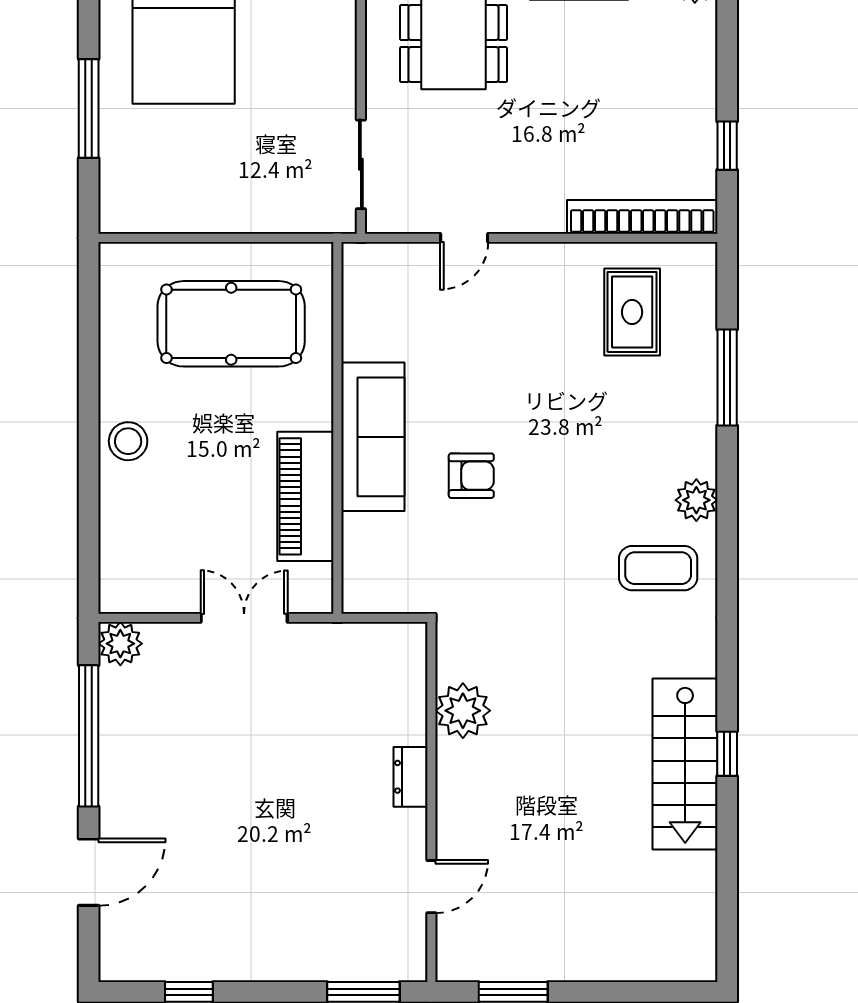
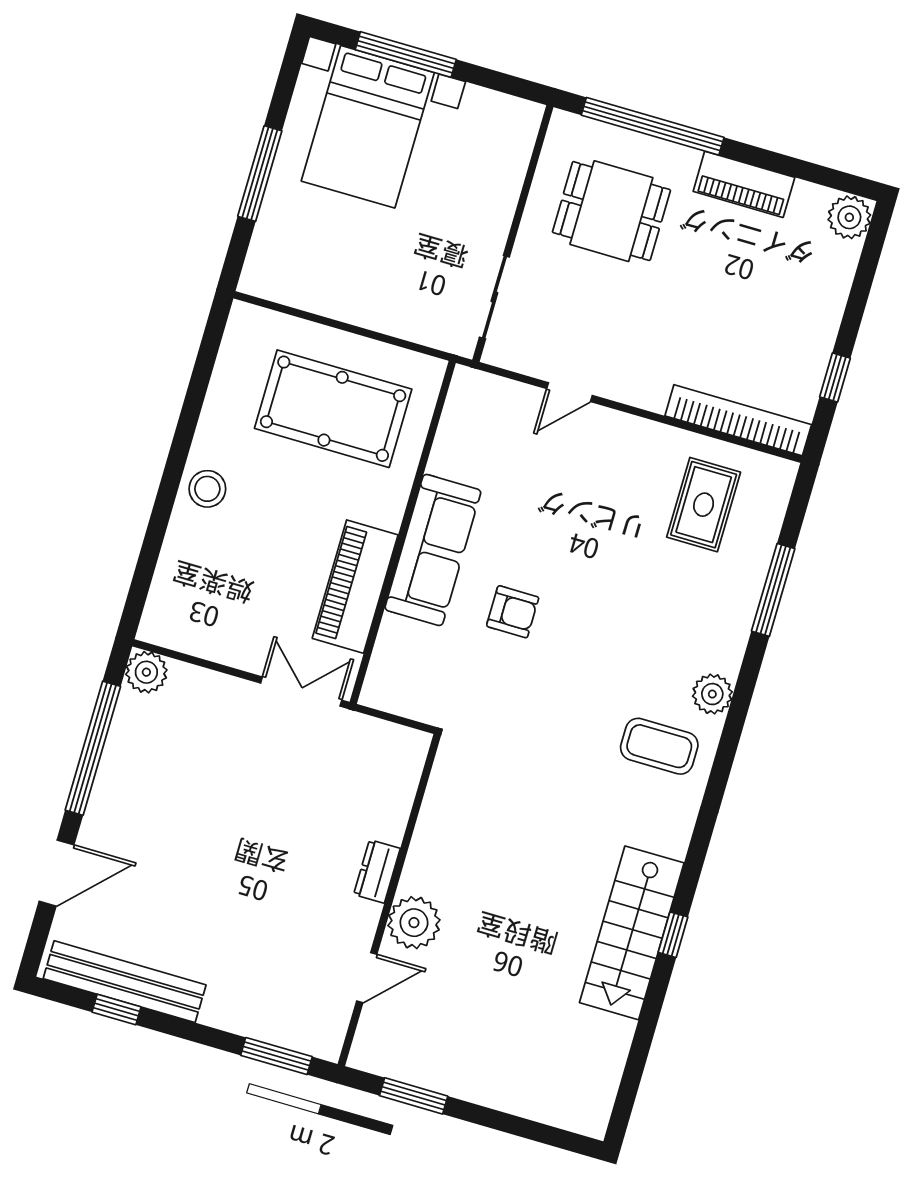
double door: (244, 618) -> (301, 692), moved
plant: (463, 711) -> (414, 923), moved
bench: (189, 962) -> (125, 982), added

